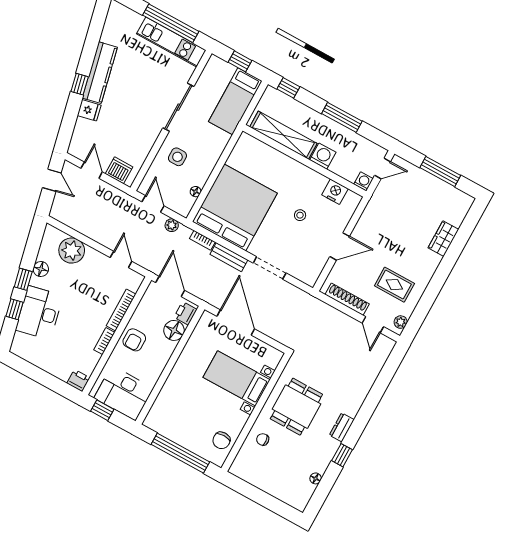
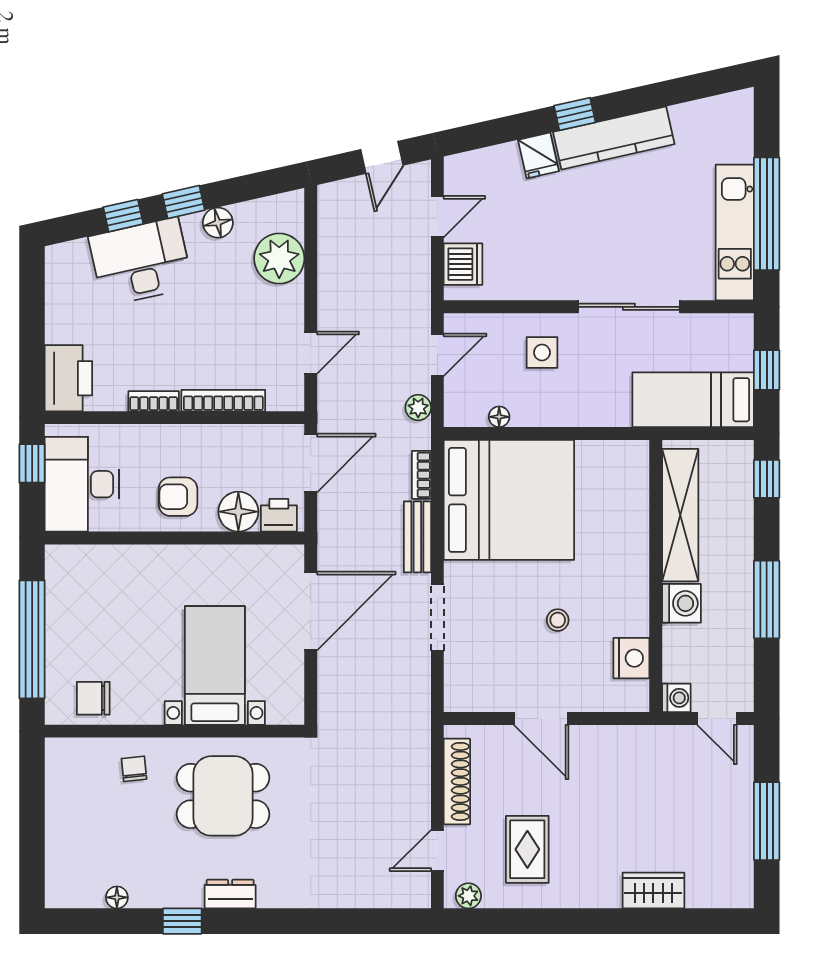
armchair: (134, 340) -> (178, 497), moved
printer: (78, 380) -> (68, 378), width x1.87, depth x1.48

